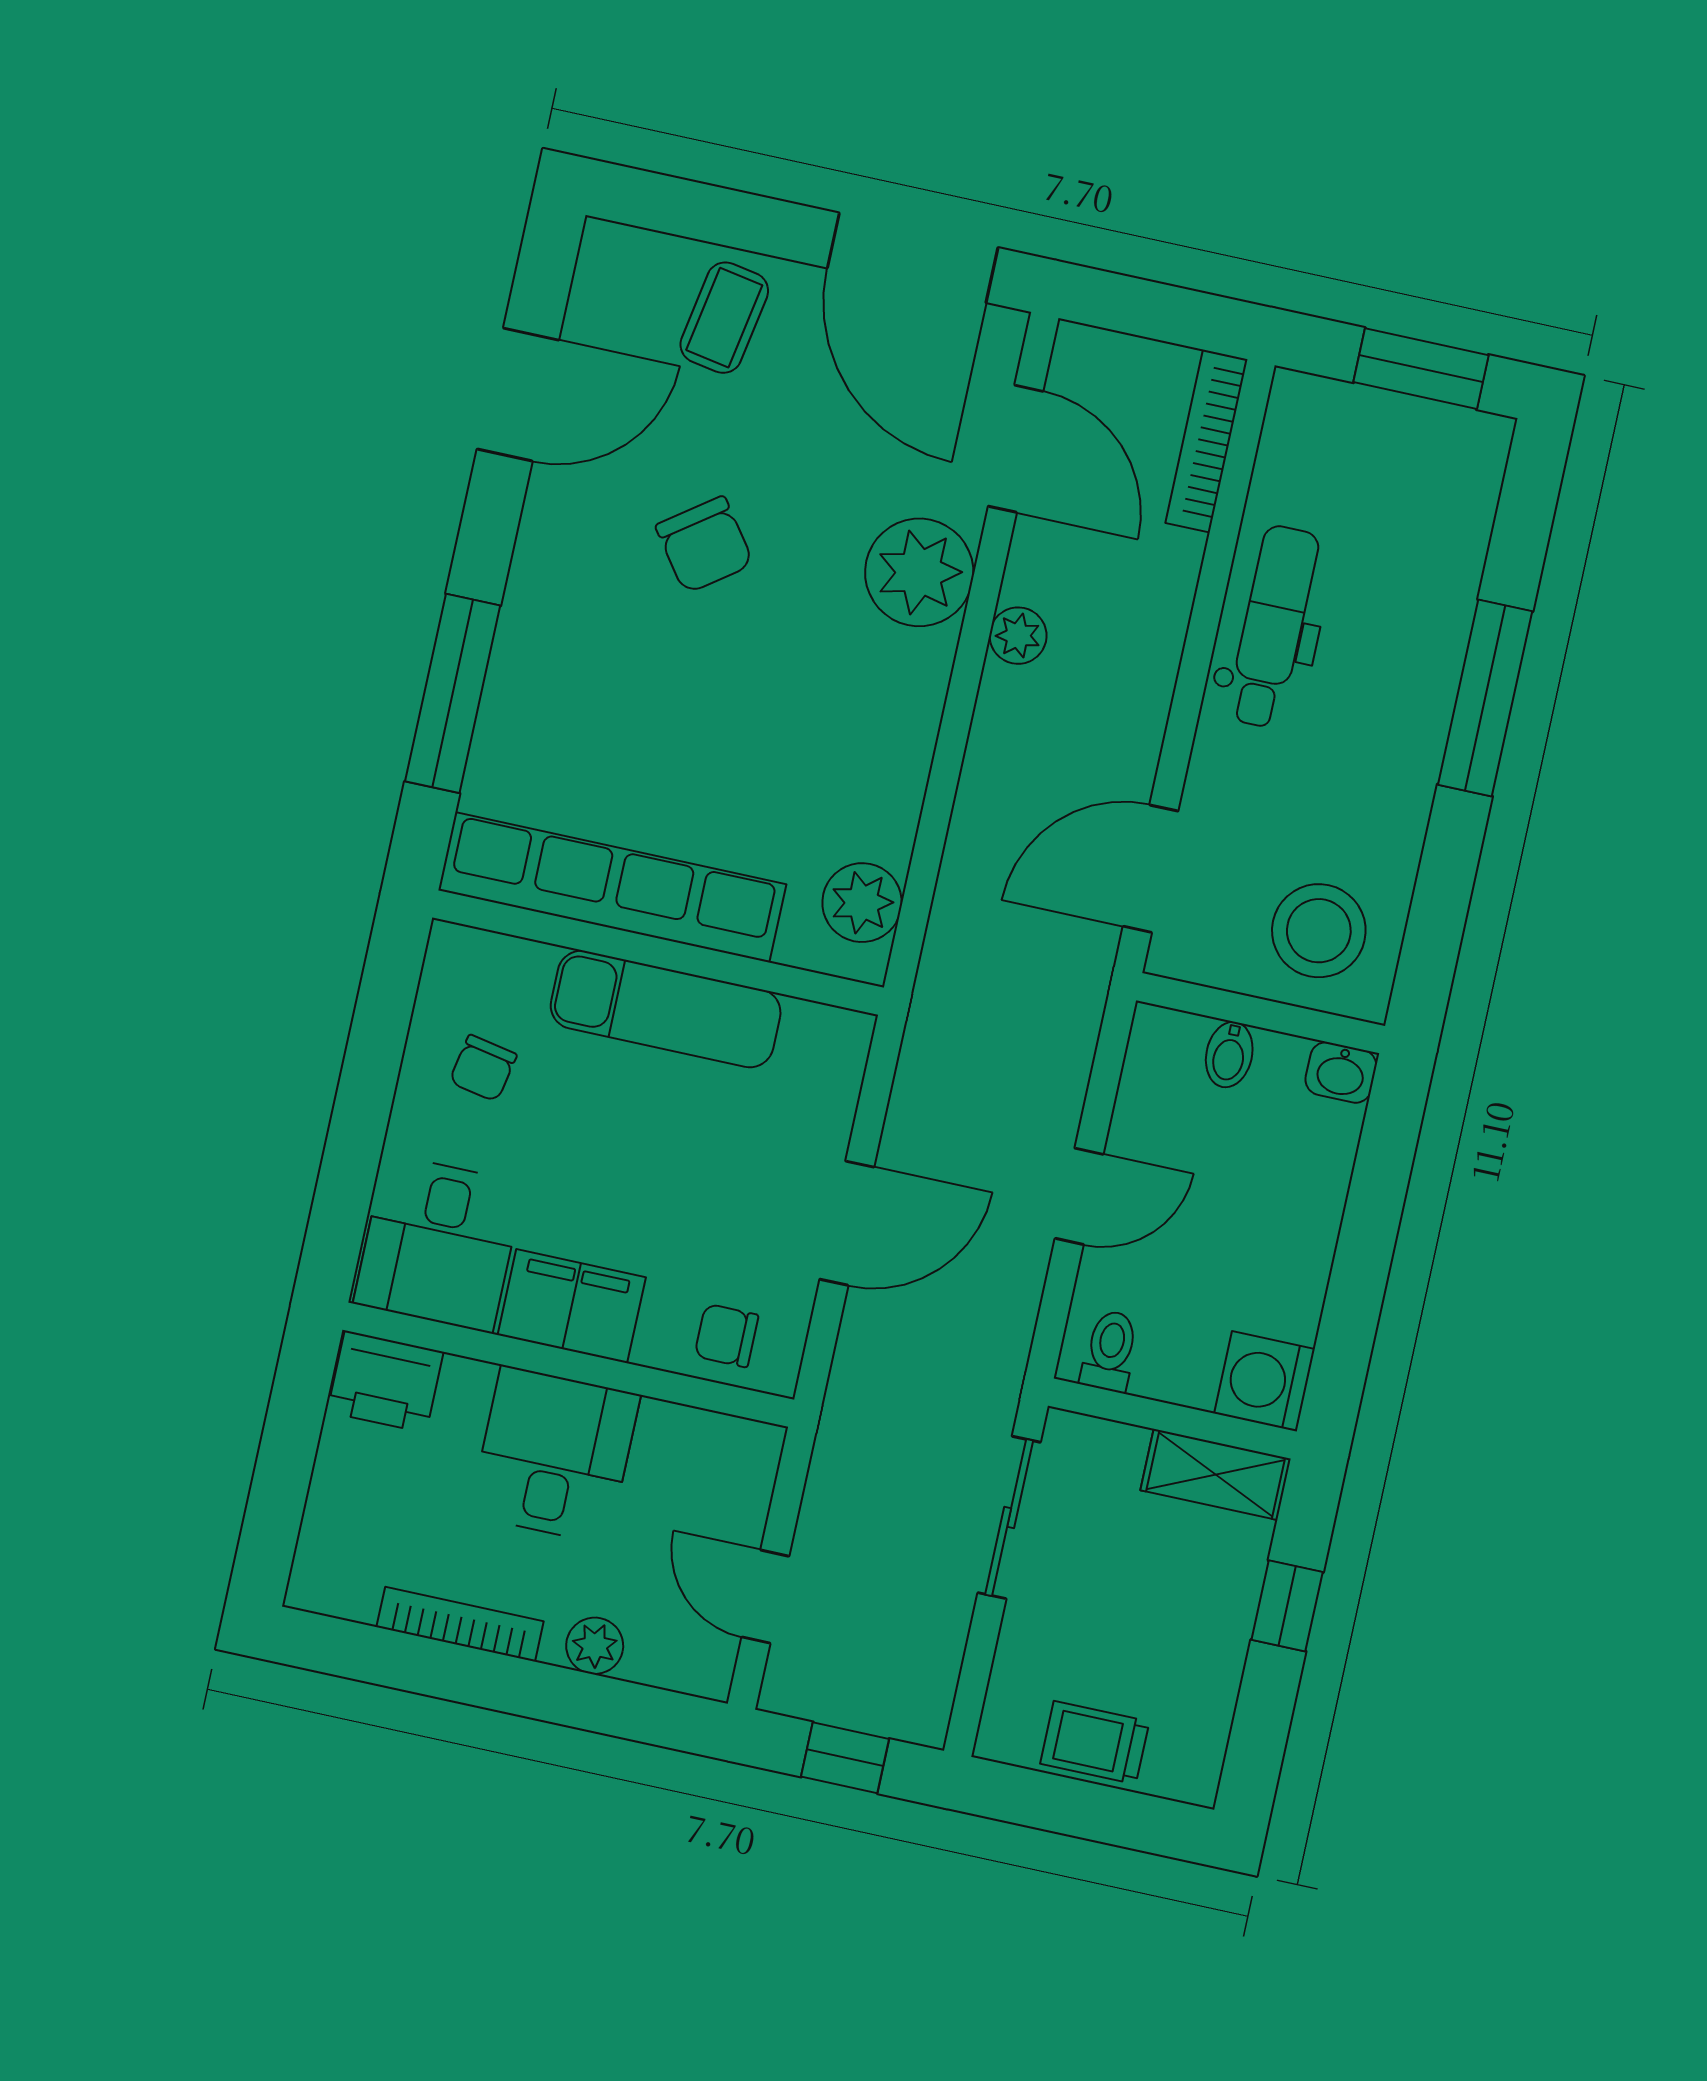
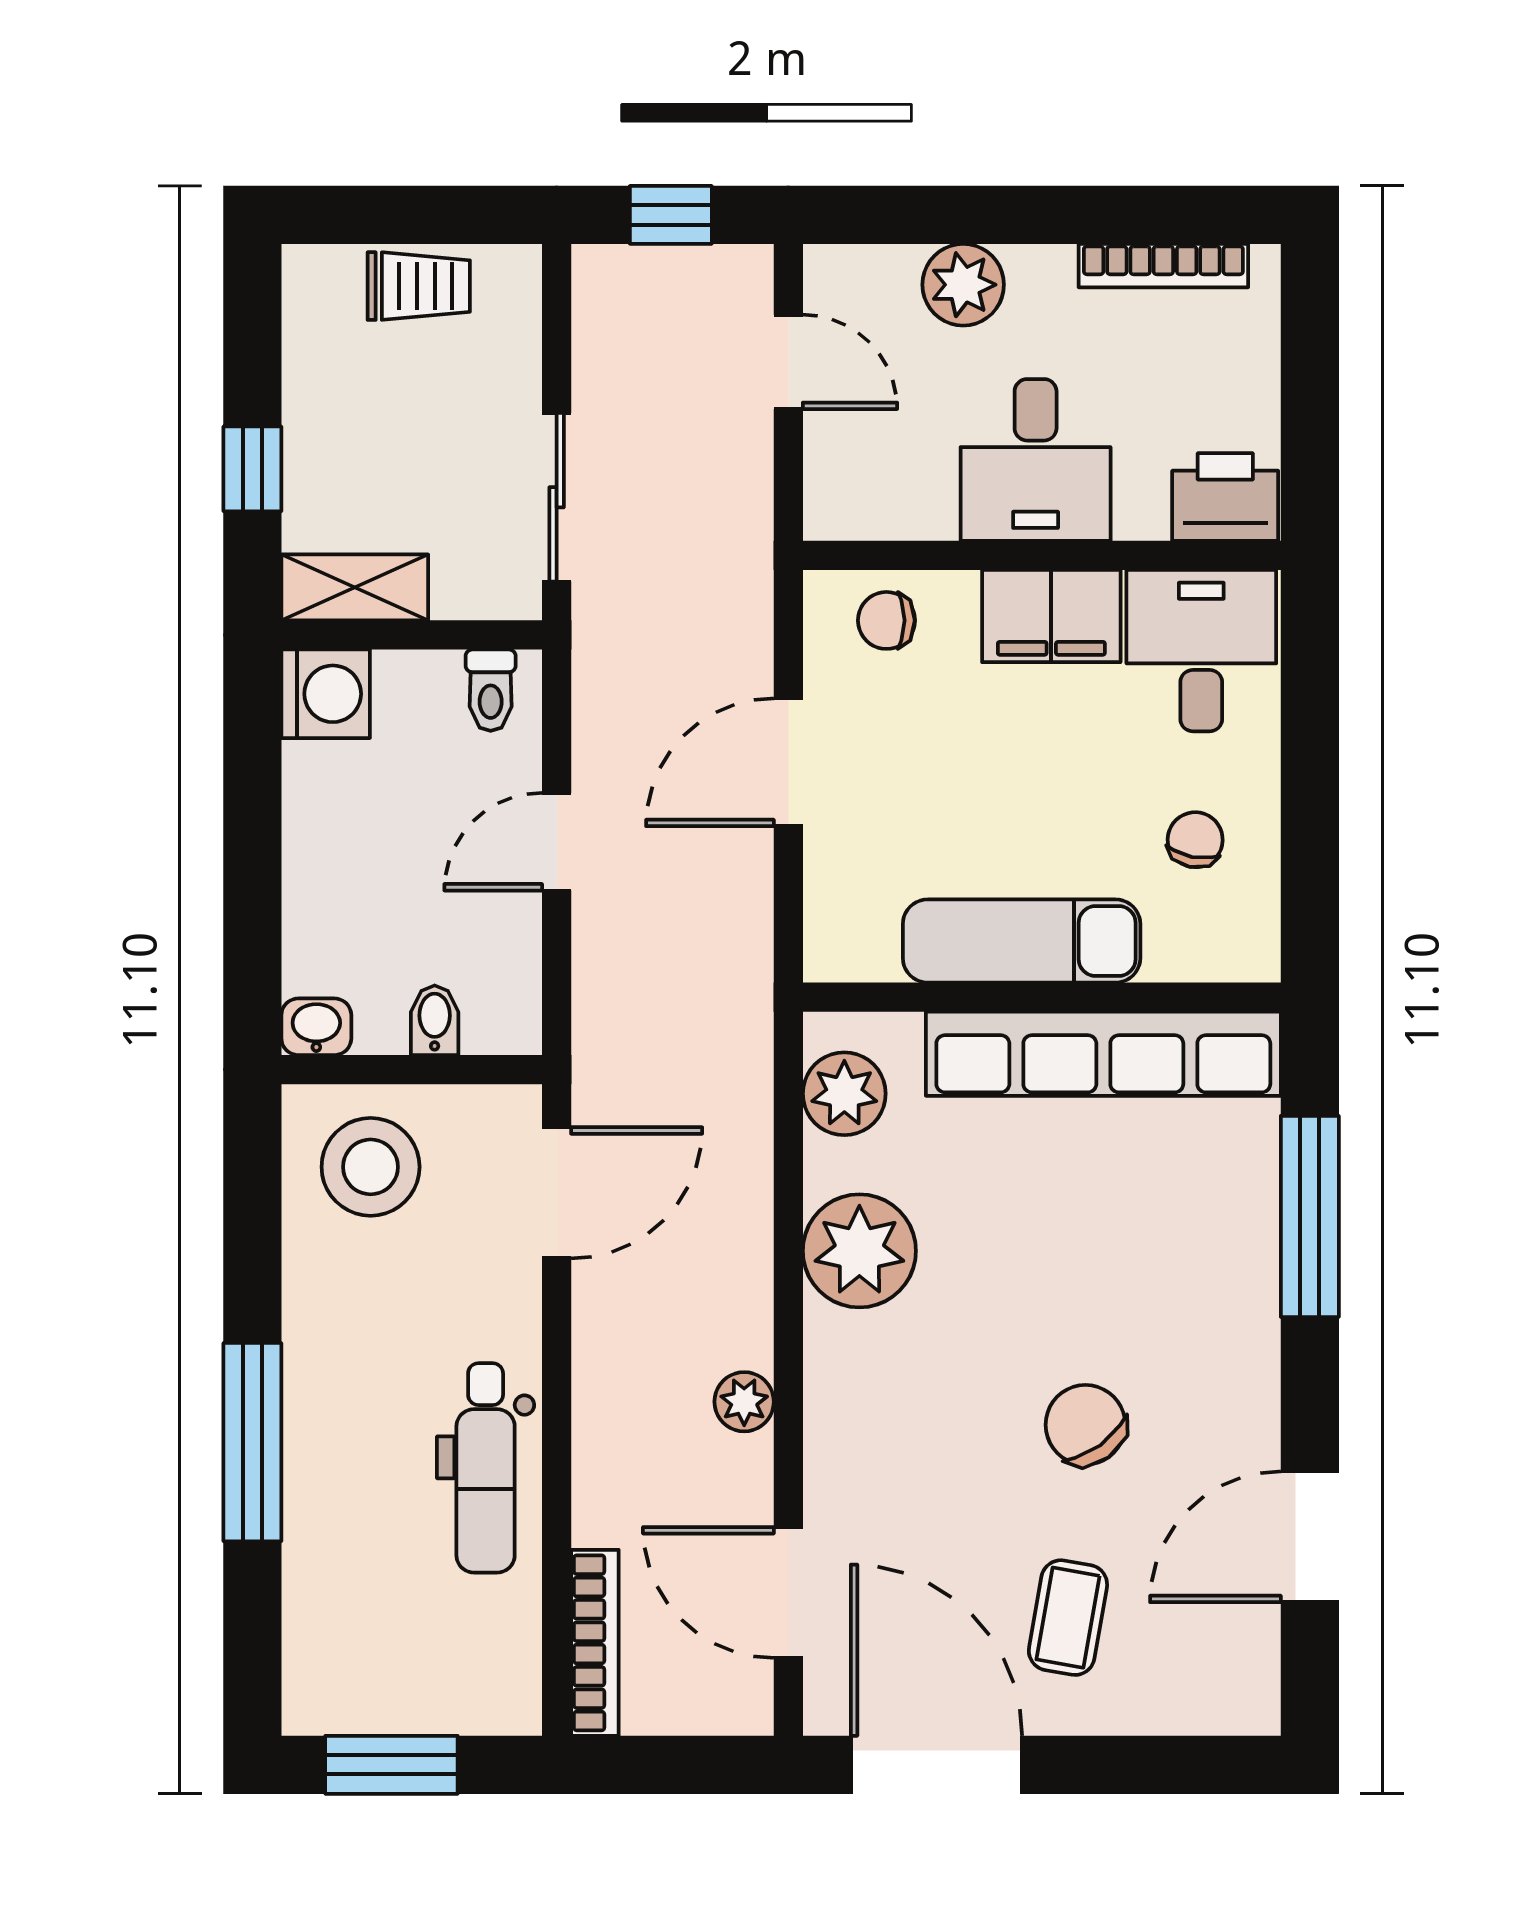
coffee table: (724, 318) -> (1068, 1618), moved
plant: (919, 572) -> (859, 1251), moved
chair: (726, 1336) -> (886, 620), turned 180
bookcase: (460, 1624) -> (1163, 266), moved
plant: (595, 1646) -> (963, 285), width x1.38, depth x1.38

